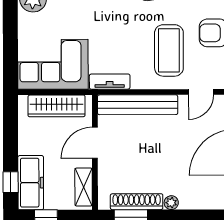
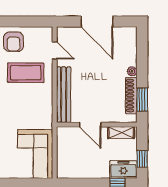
tv unit: (110, 82) -> (47, 114), removed
wardrobe: (57, 106) -> (64, 151), removed
freezer: (31, 183) -> (123, 170), width x0.71

